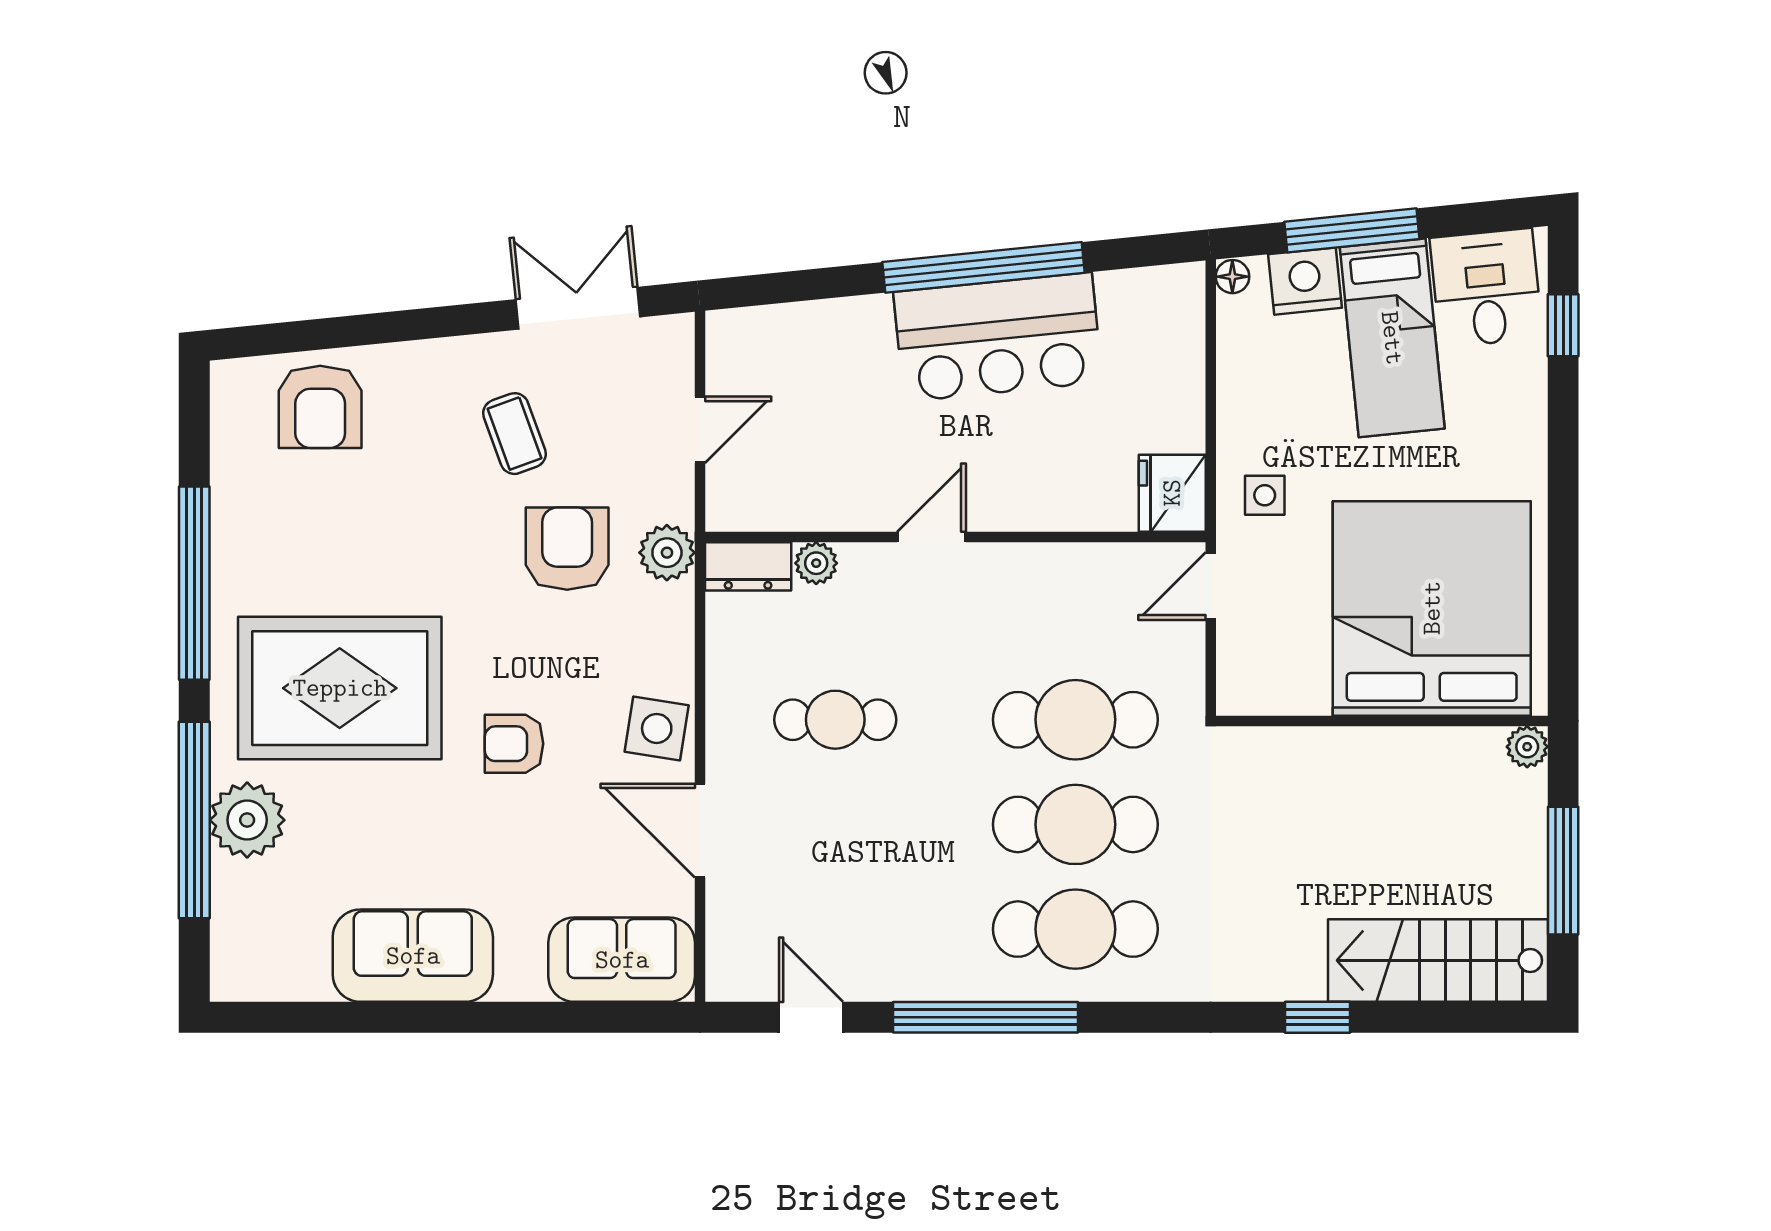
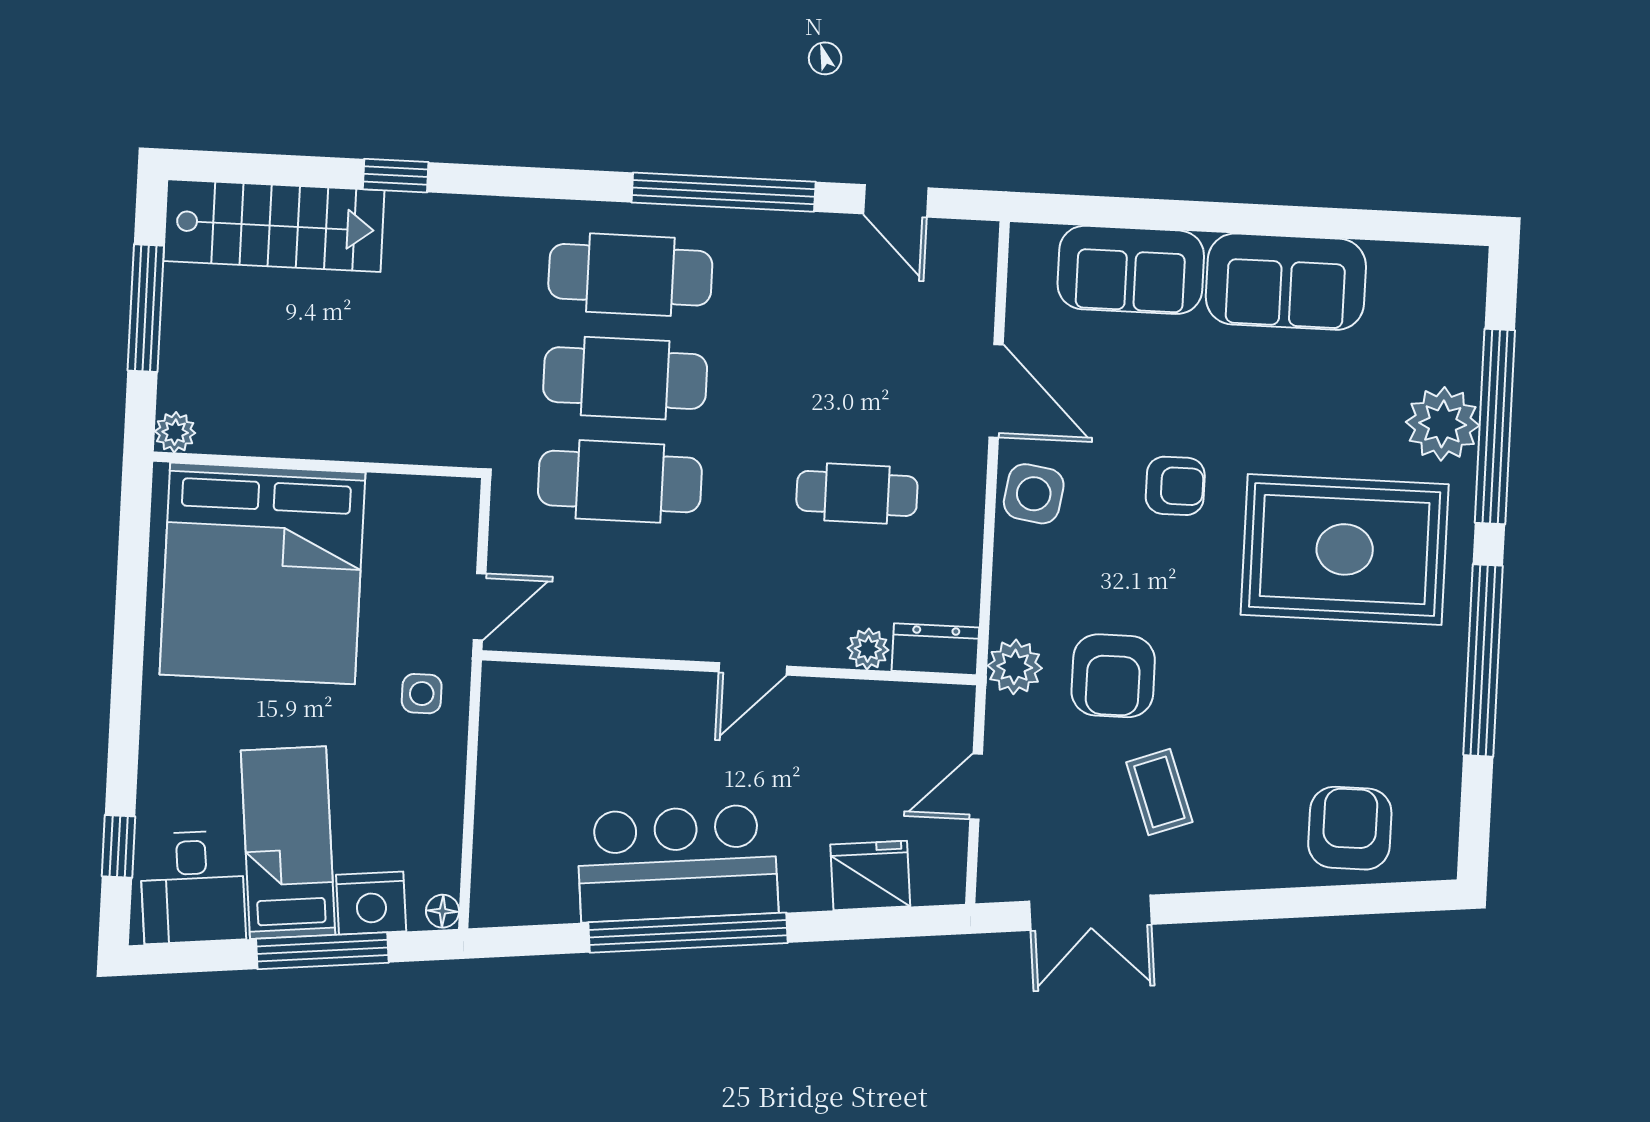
fridge: (1172, 493) -> (870, 875), moved, turned -96
sofa: (622, 960) -> (1131, 270), moved

